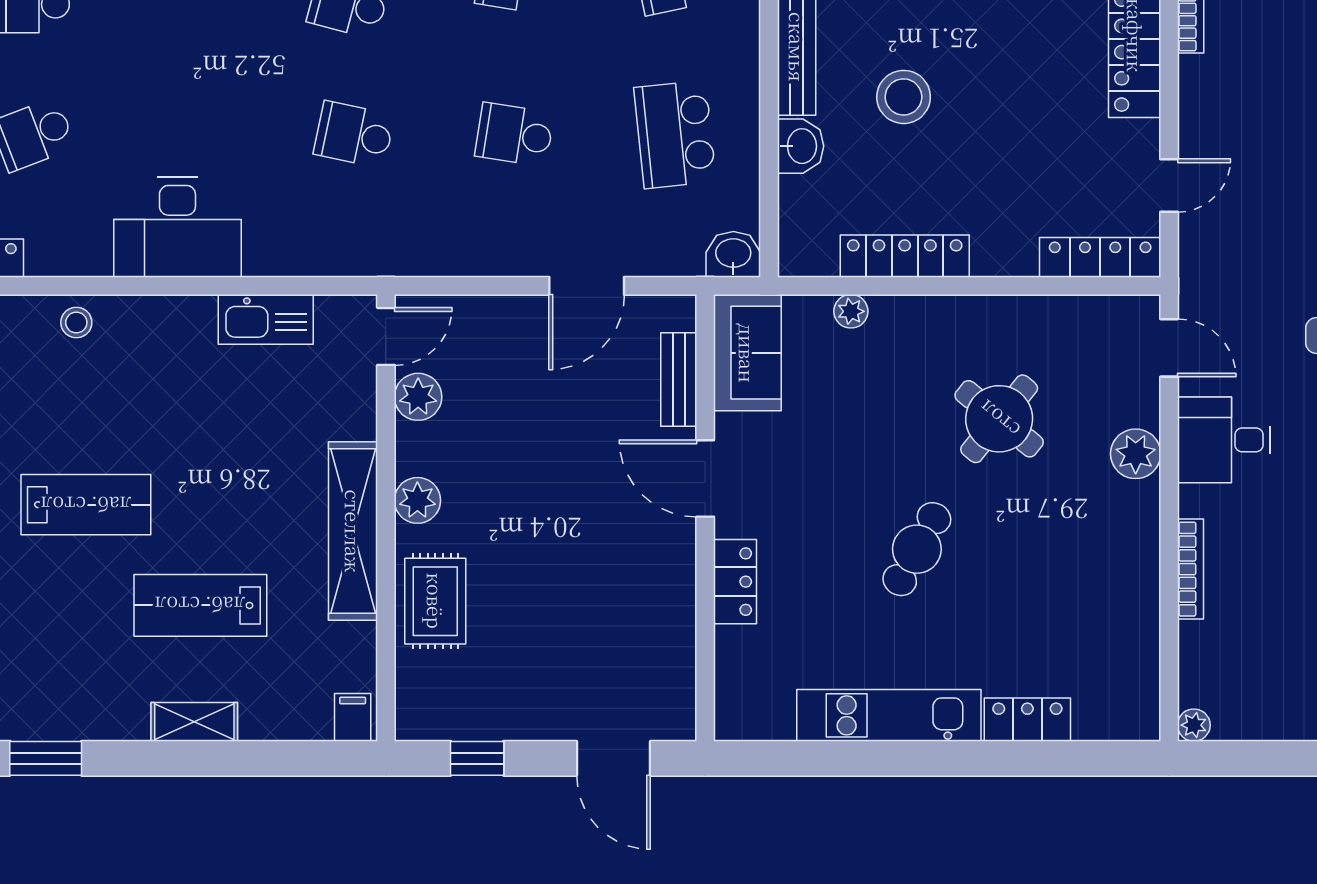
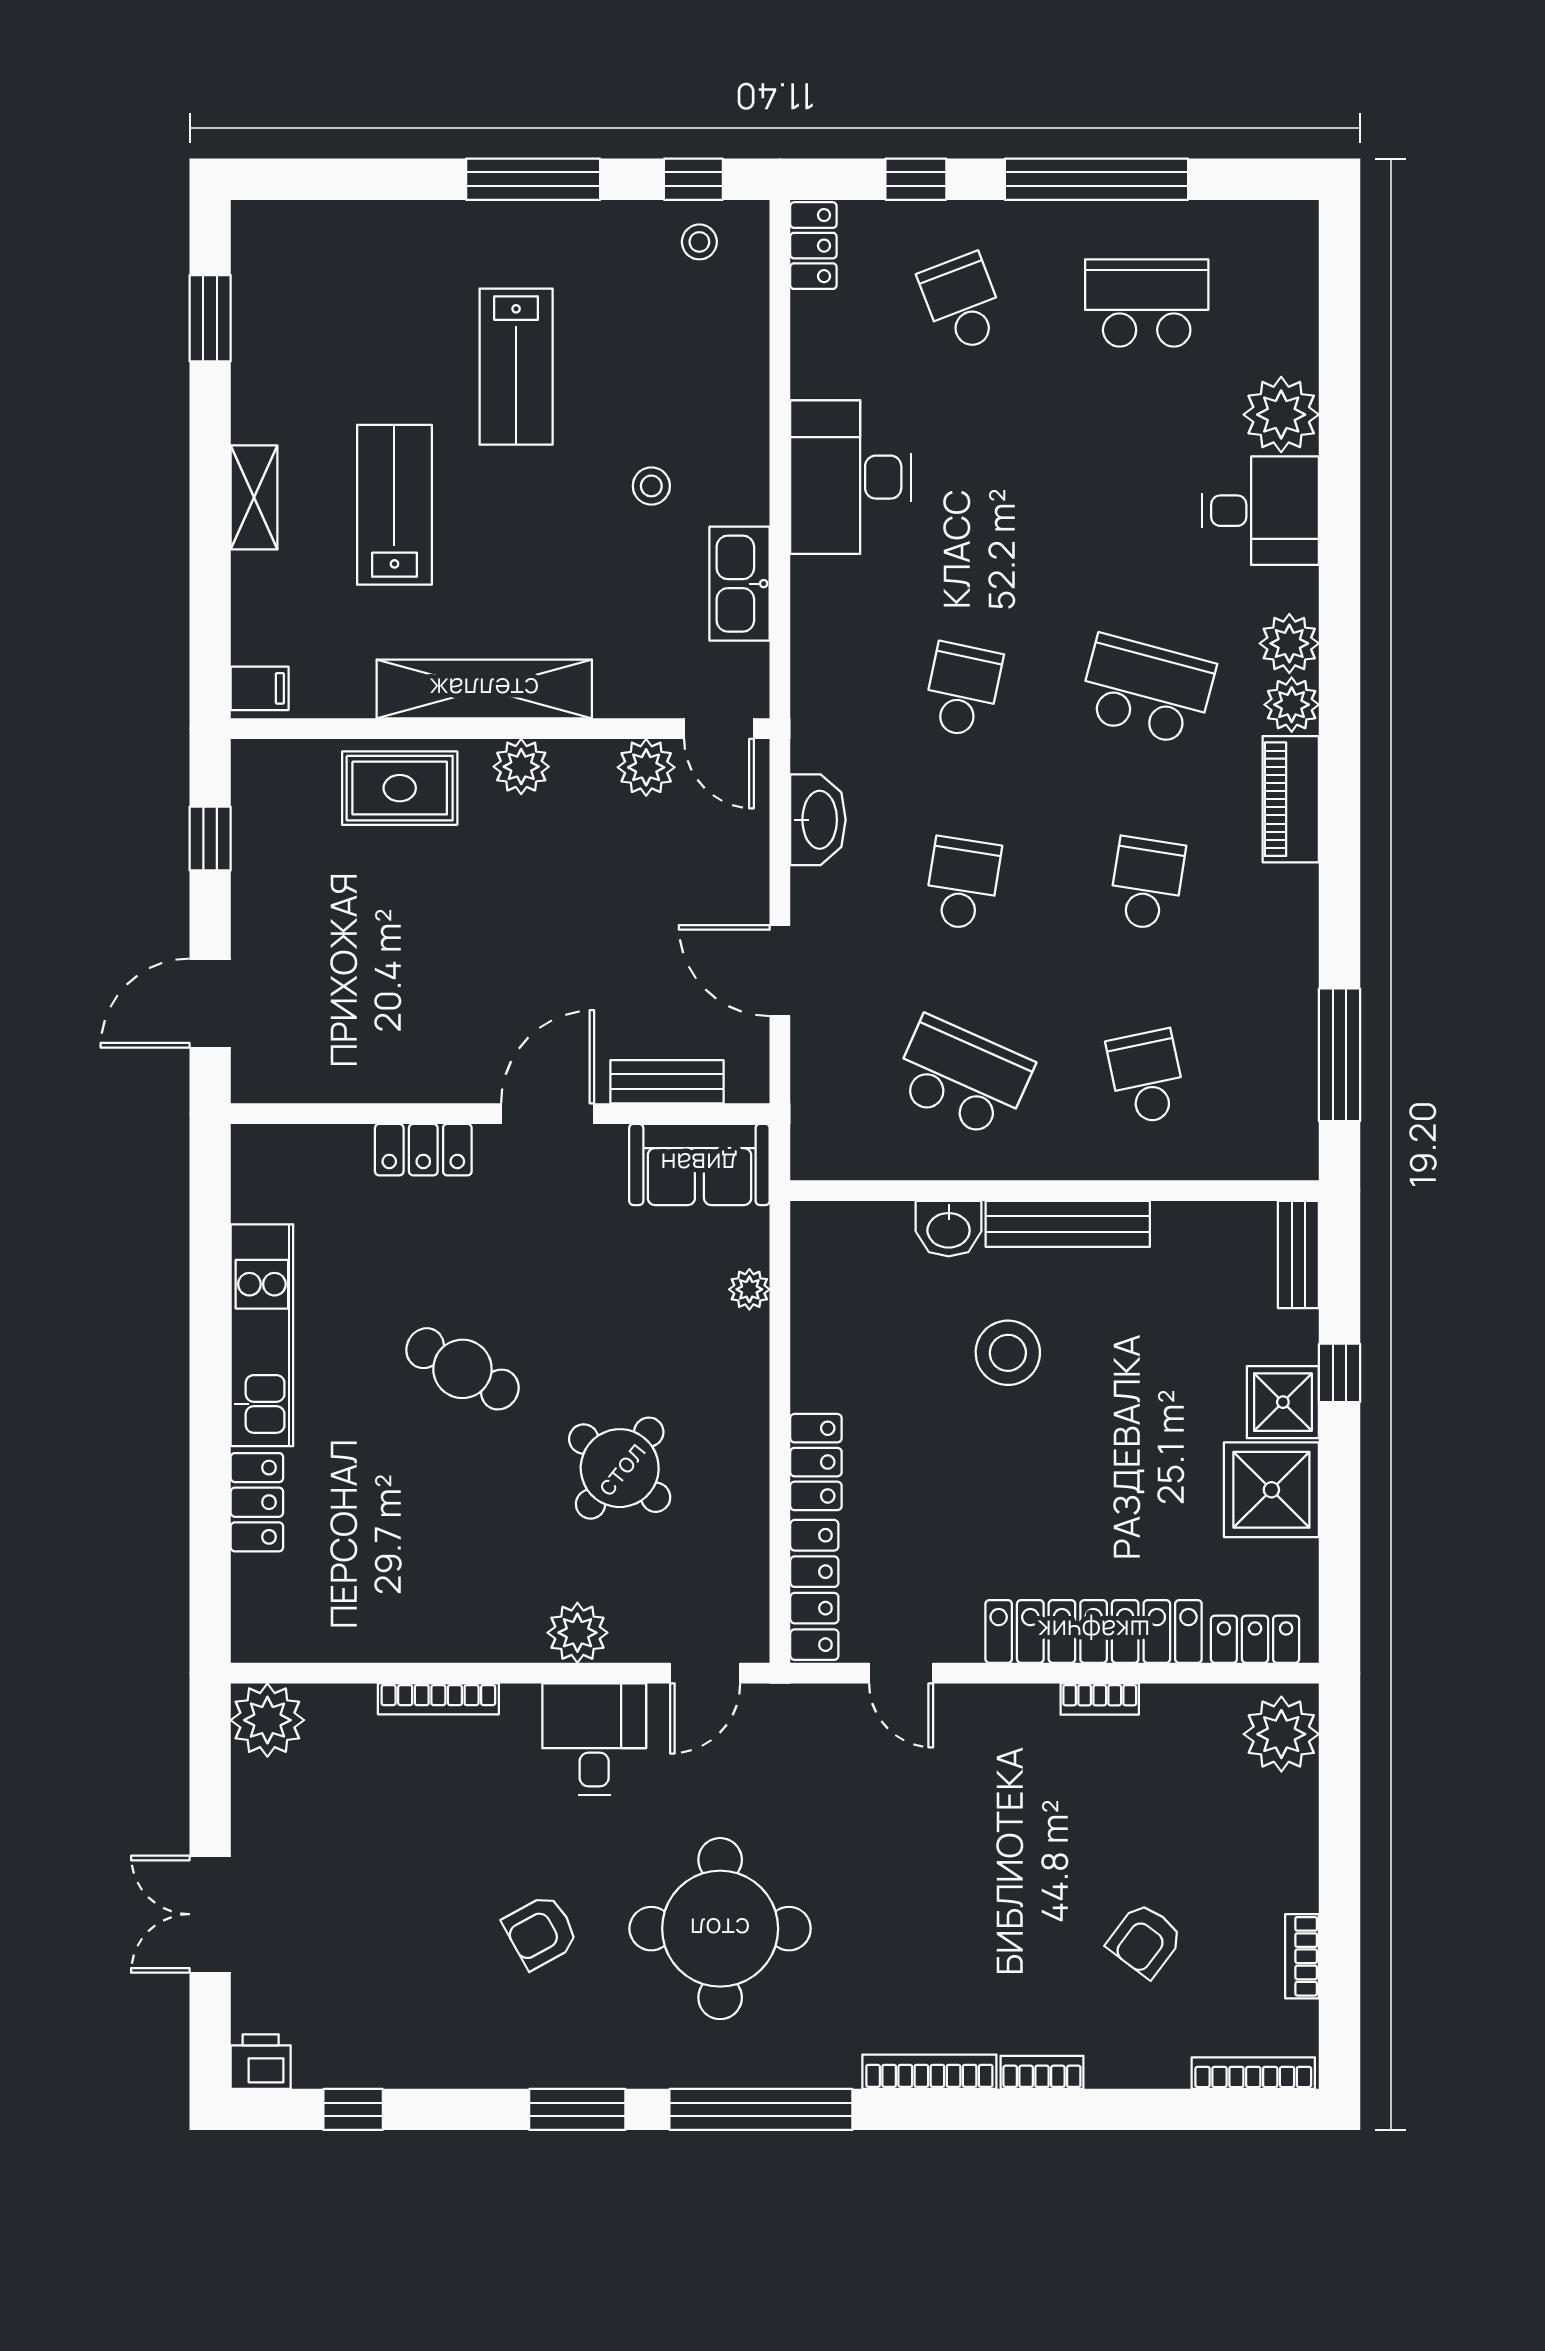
school desk: (675, 135) -> (963, 1077), turned 30
washbasin: (733, 254) -> (818, 820), moved, width x1.38
locker: (905, 256) -> (816, 1462), moved, width x0.66
stool: (76, 323) -> (651, 486), moved
plant: (1194, 725) -> (267, 1720), width x1.88, depth x1.88

